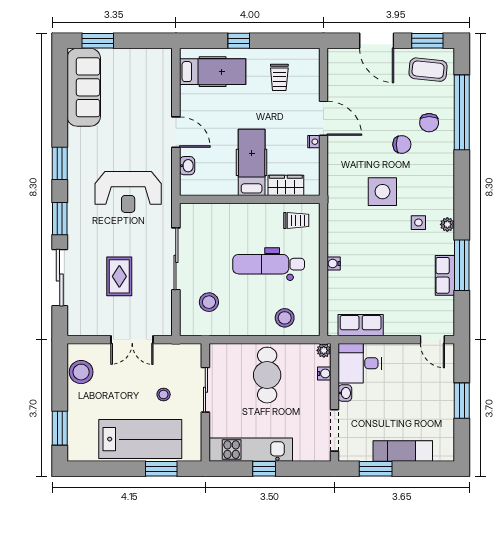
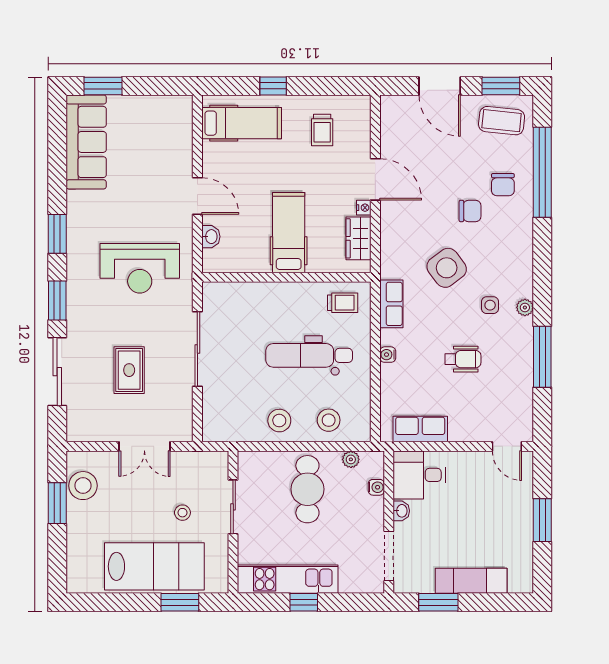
wardrobe: (286, 185) -> (359, 238), moved, turned -90
side table: (382, 192) -> (447, 268), turned -37
wheelchair: (396, 267) -> (463, 359), added
row of seats: (445, 275) -> (391, 304), moved, turned 180
stool: (209, 302) -> (279, 421), moved
plant: (324, 350) -> (351, 459), moved
window: (60, 428) -> (57, 503), moved

